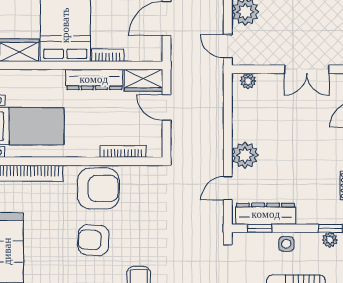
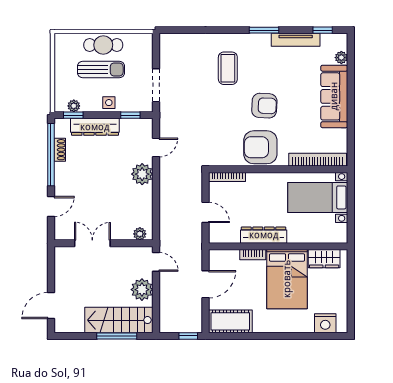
wardrobe: (144, 80) -> (224, 234), removed
bookcase: (123, 152) -> (227, 177), moved
dresser: (266, 214) -> (95, 127), moved

